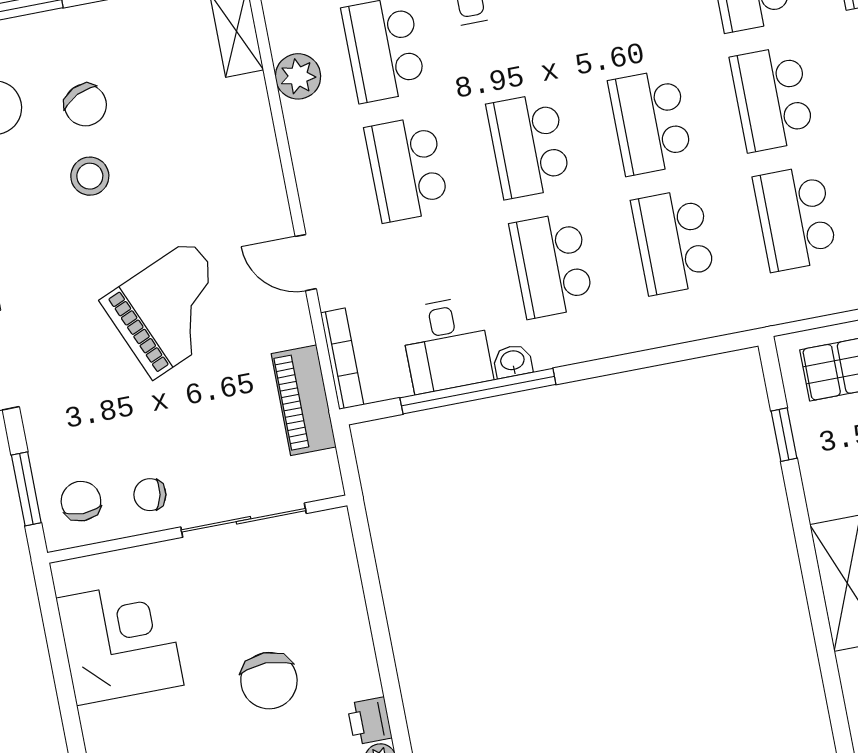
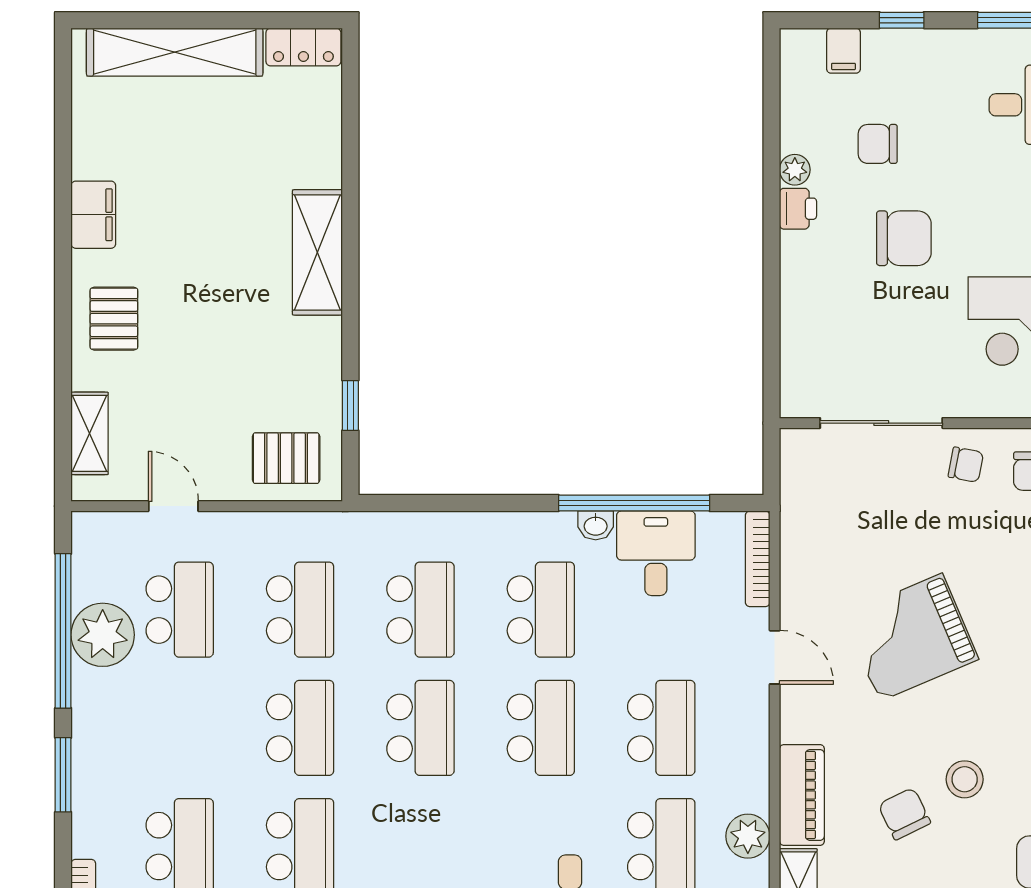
chair: (85, 105) -> (904, 814), moved
piano: (304, 400) -> (802, 795), moved
chair: (269, 681) -> (904, 238), moved, turned 90

